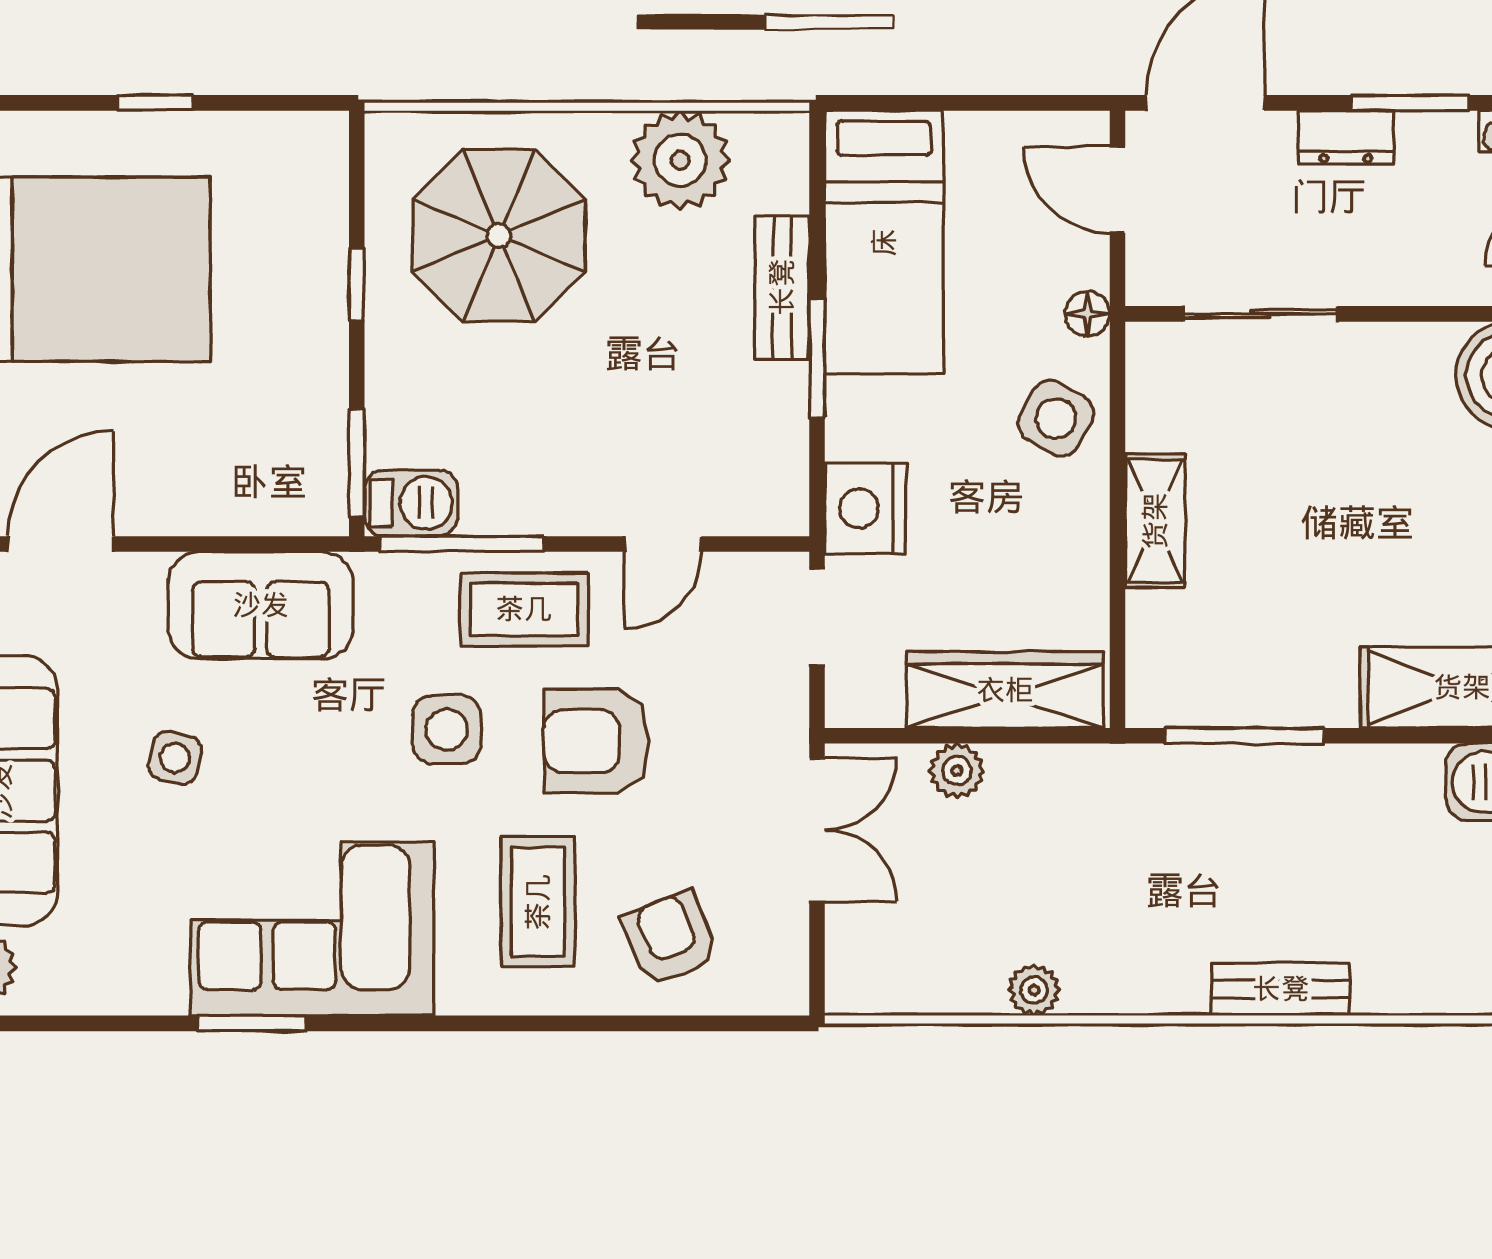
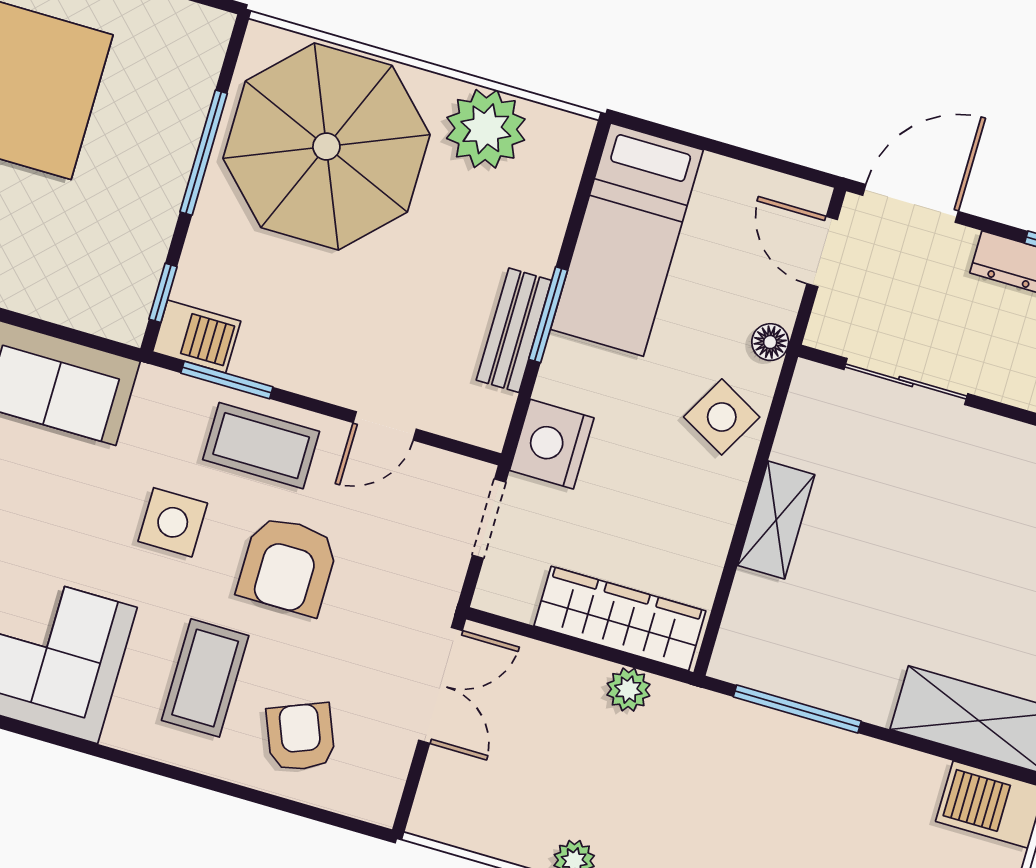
parasol: (499, 235) -> (326, 147), width x1.36, depth x1.36
window: (357, 285) -> (204, 153), width x2.17
bench: (782, 287) -> (514, 330), moved
window: (357, 463) -> (163, 293), width x0.67
window: (462, 544) -> (227, 380), width x0.69
armchair: (596, 741) -> (288, 565), turned -90
plant: (957, 771) -> (628, 690), moved

